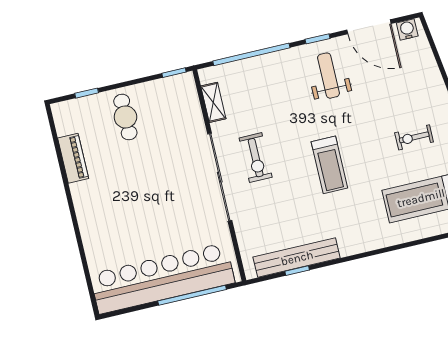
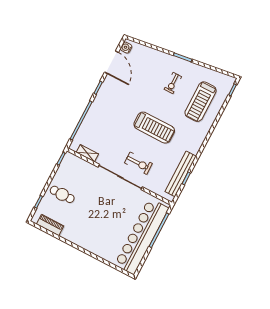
door: (369, 27) -> (111, 62), hinge flipped
weight bench: (328, 76) -> (117, 96), removed
piano: (73, 158) -> (50, 225), moved
exercise bike: (256, 158) -> (138, 163), moved
treadmill: (329, 165) -> (154, 128), width x1.37, depth x1.38

